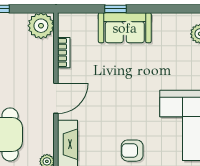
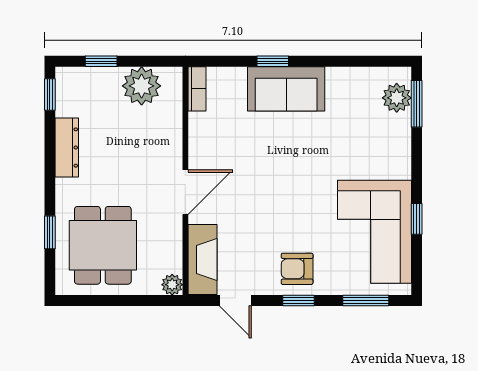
plant: (41, 26) -> (142, 86), moved
bookcase: (64, 53) -> (197, 89), moved

